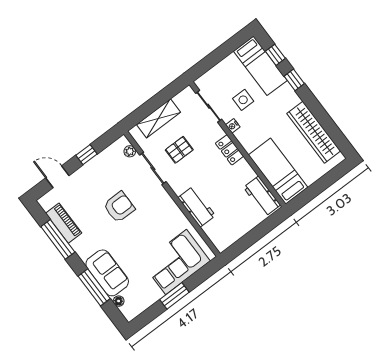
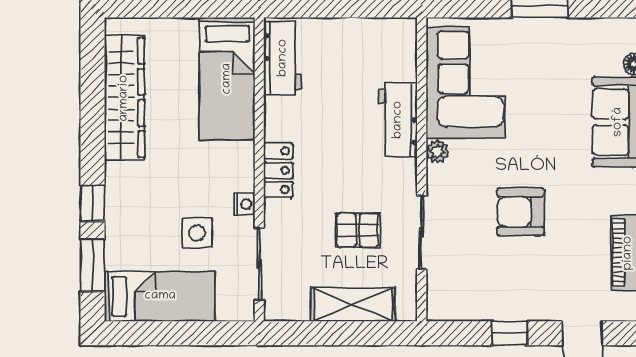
window: (275, 55) -> (92, 265), width x1.50
bed: (260, 66) -> (160, 296), moved, turned 90
plant: (130, 151) -> (437, 152), moved
corner sofa: (176, 262) -> (466, 82), moved, turned -90

